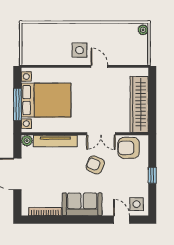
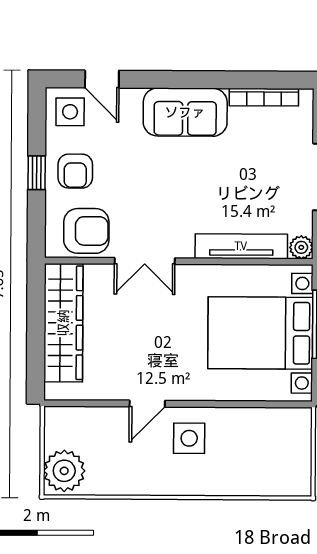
plant: (143, 30) -> (64, 471), width x1.88, depth x1.88
door: (99, 66) -> (147, 404), hinge flipped
double door: (101, 134) -> (145, 261), swing flipped
armchair: (95, 165) -> (75, 171), moved, turned 67

